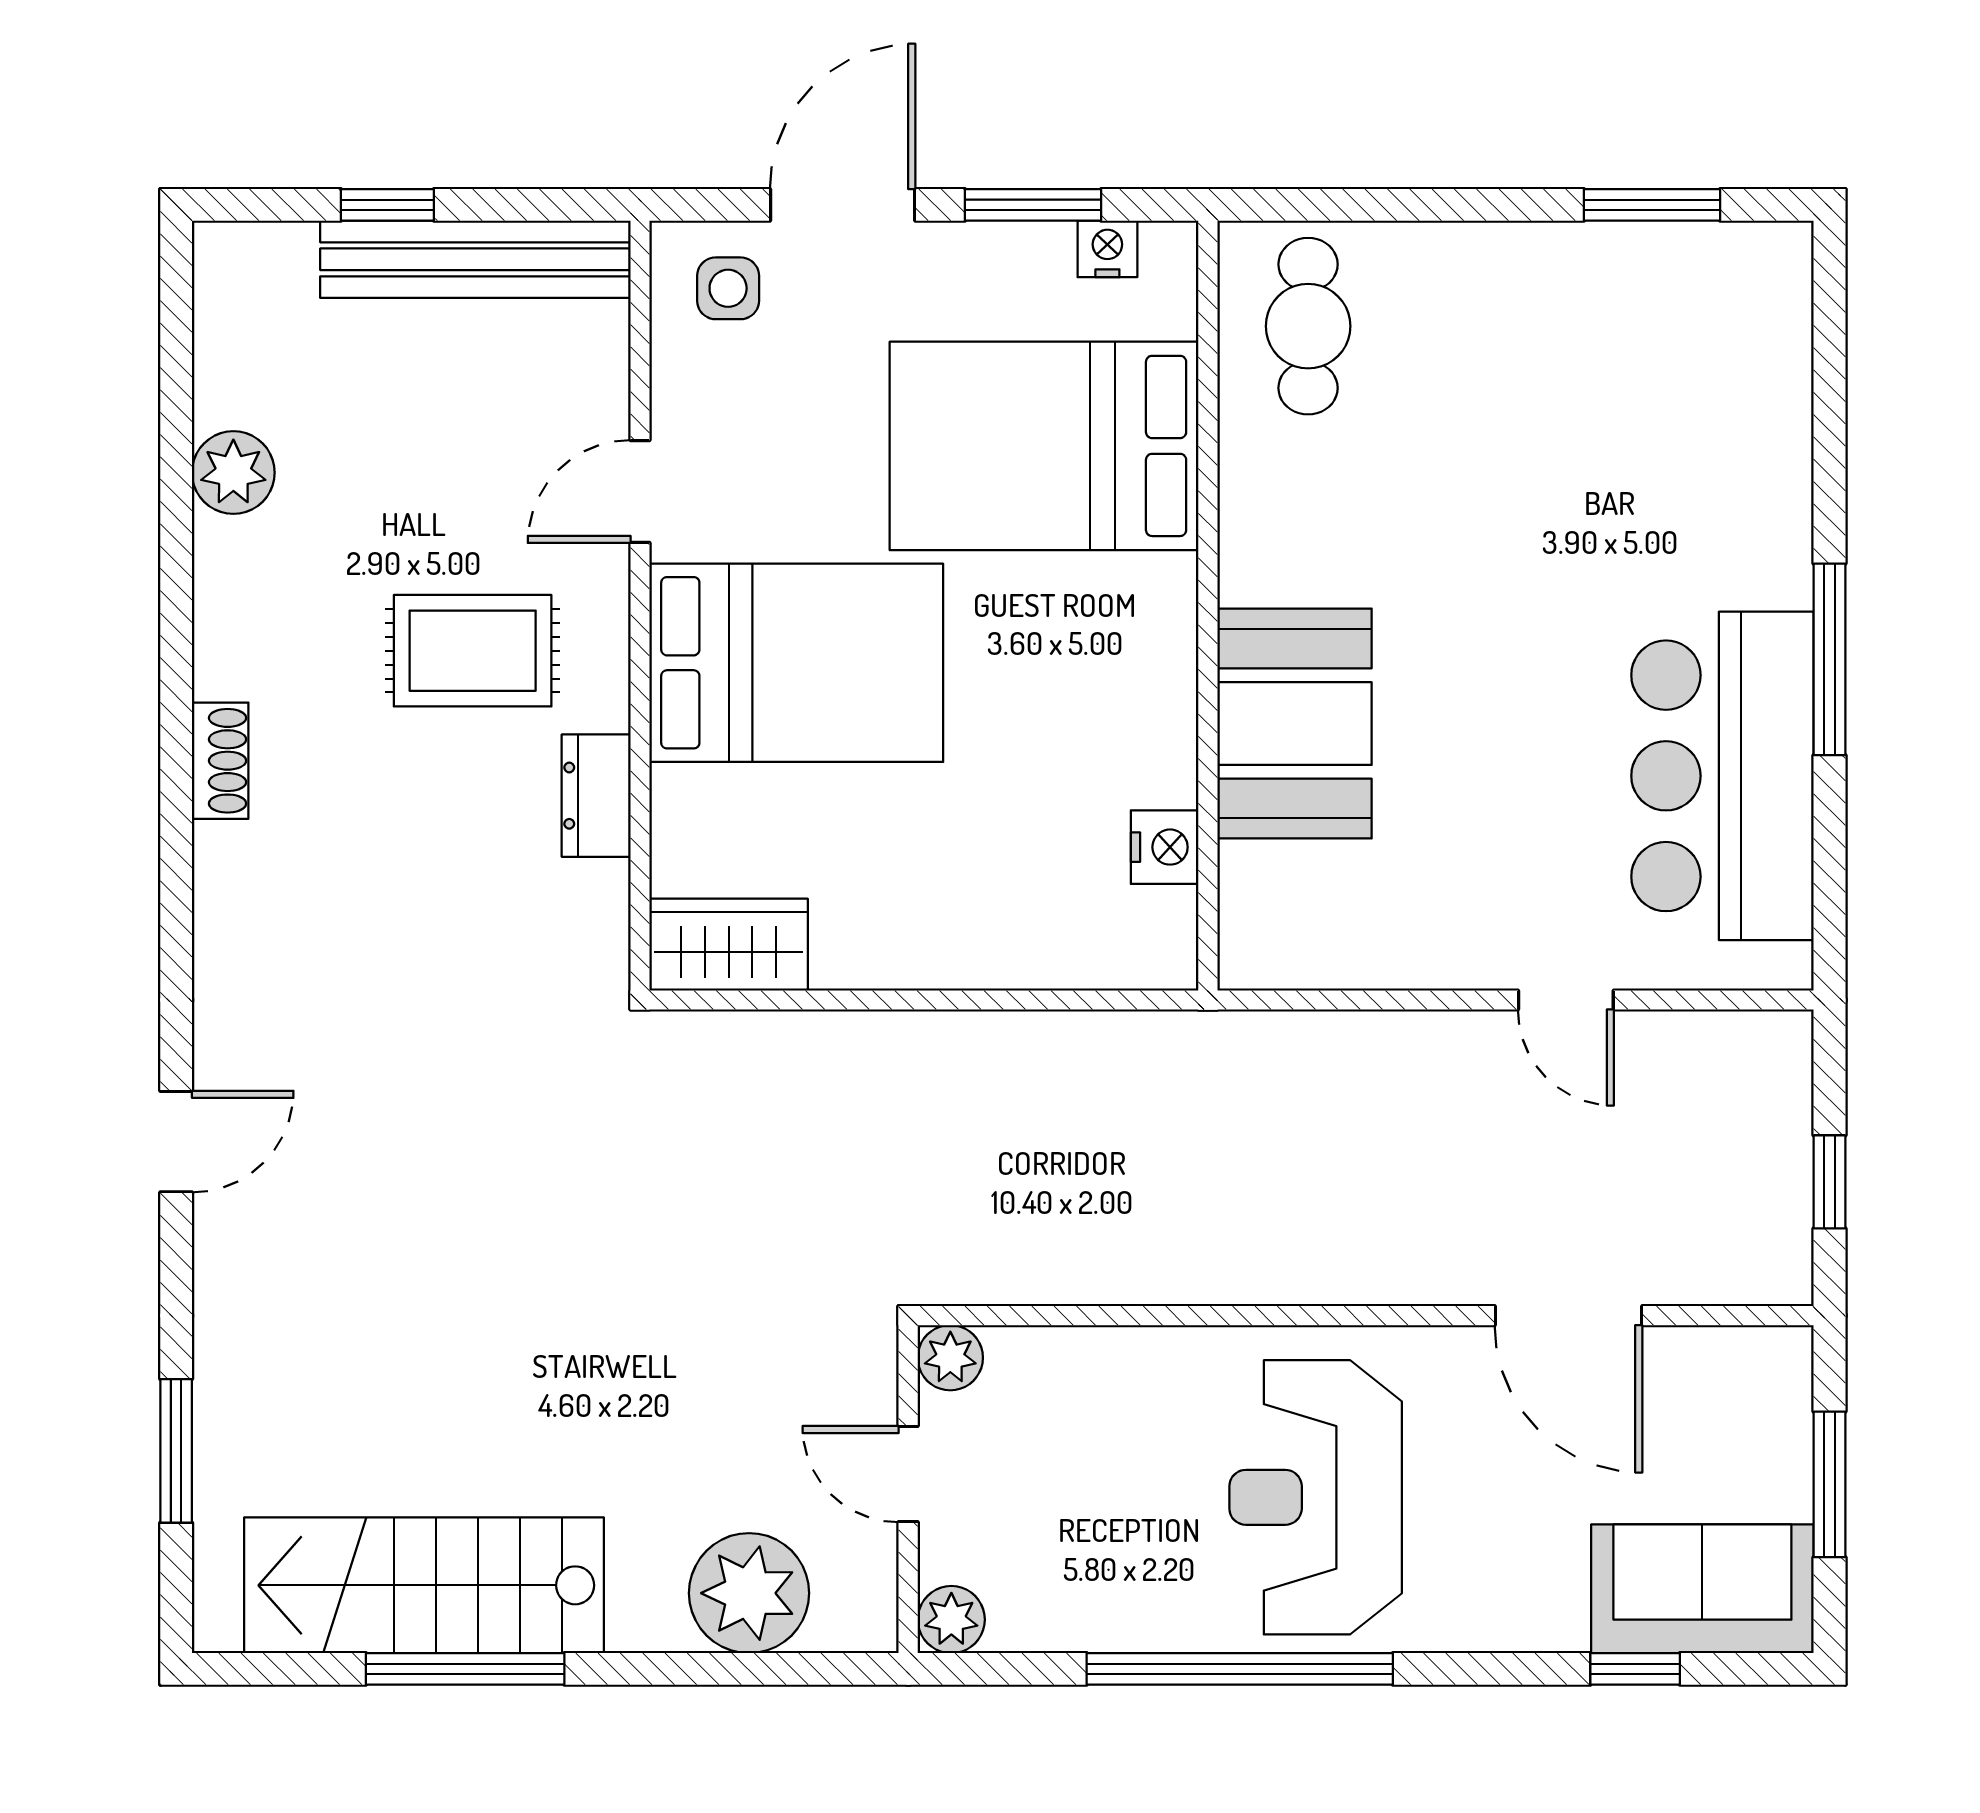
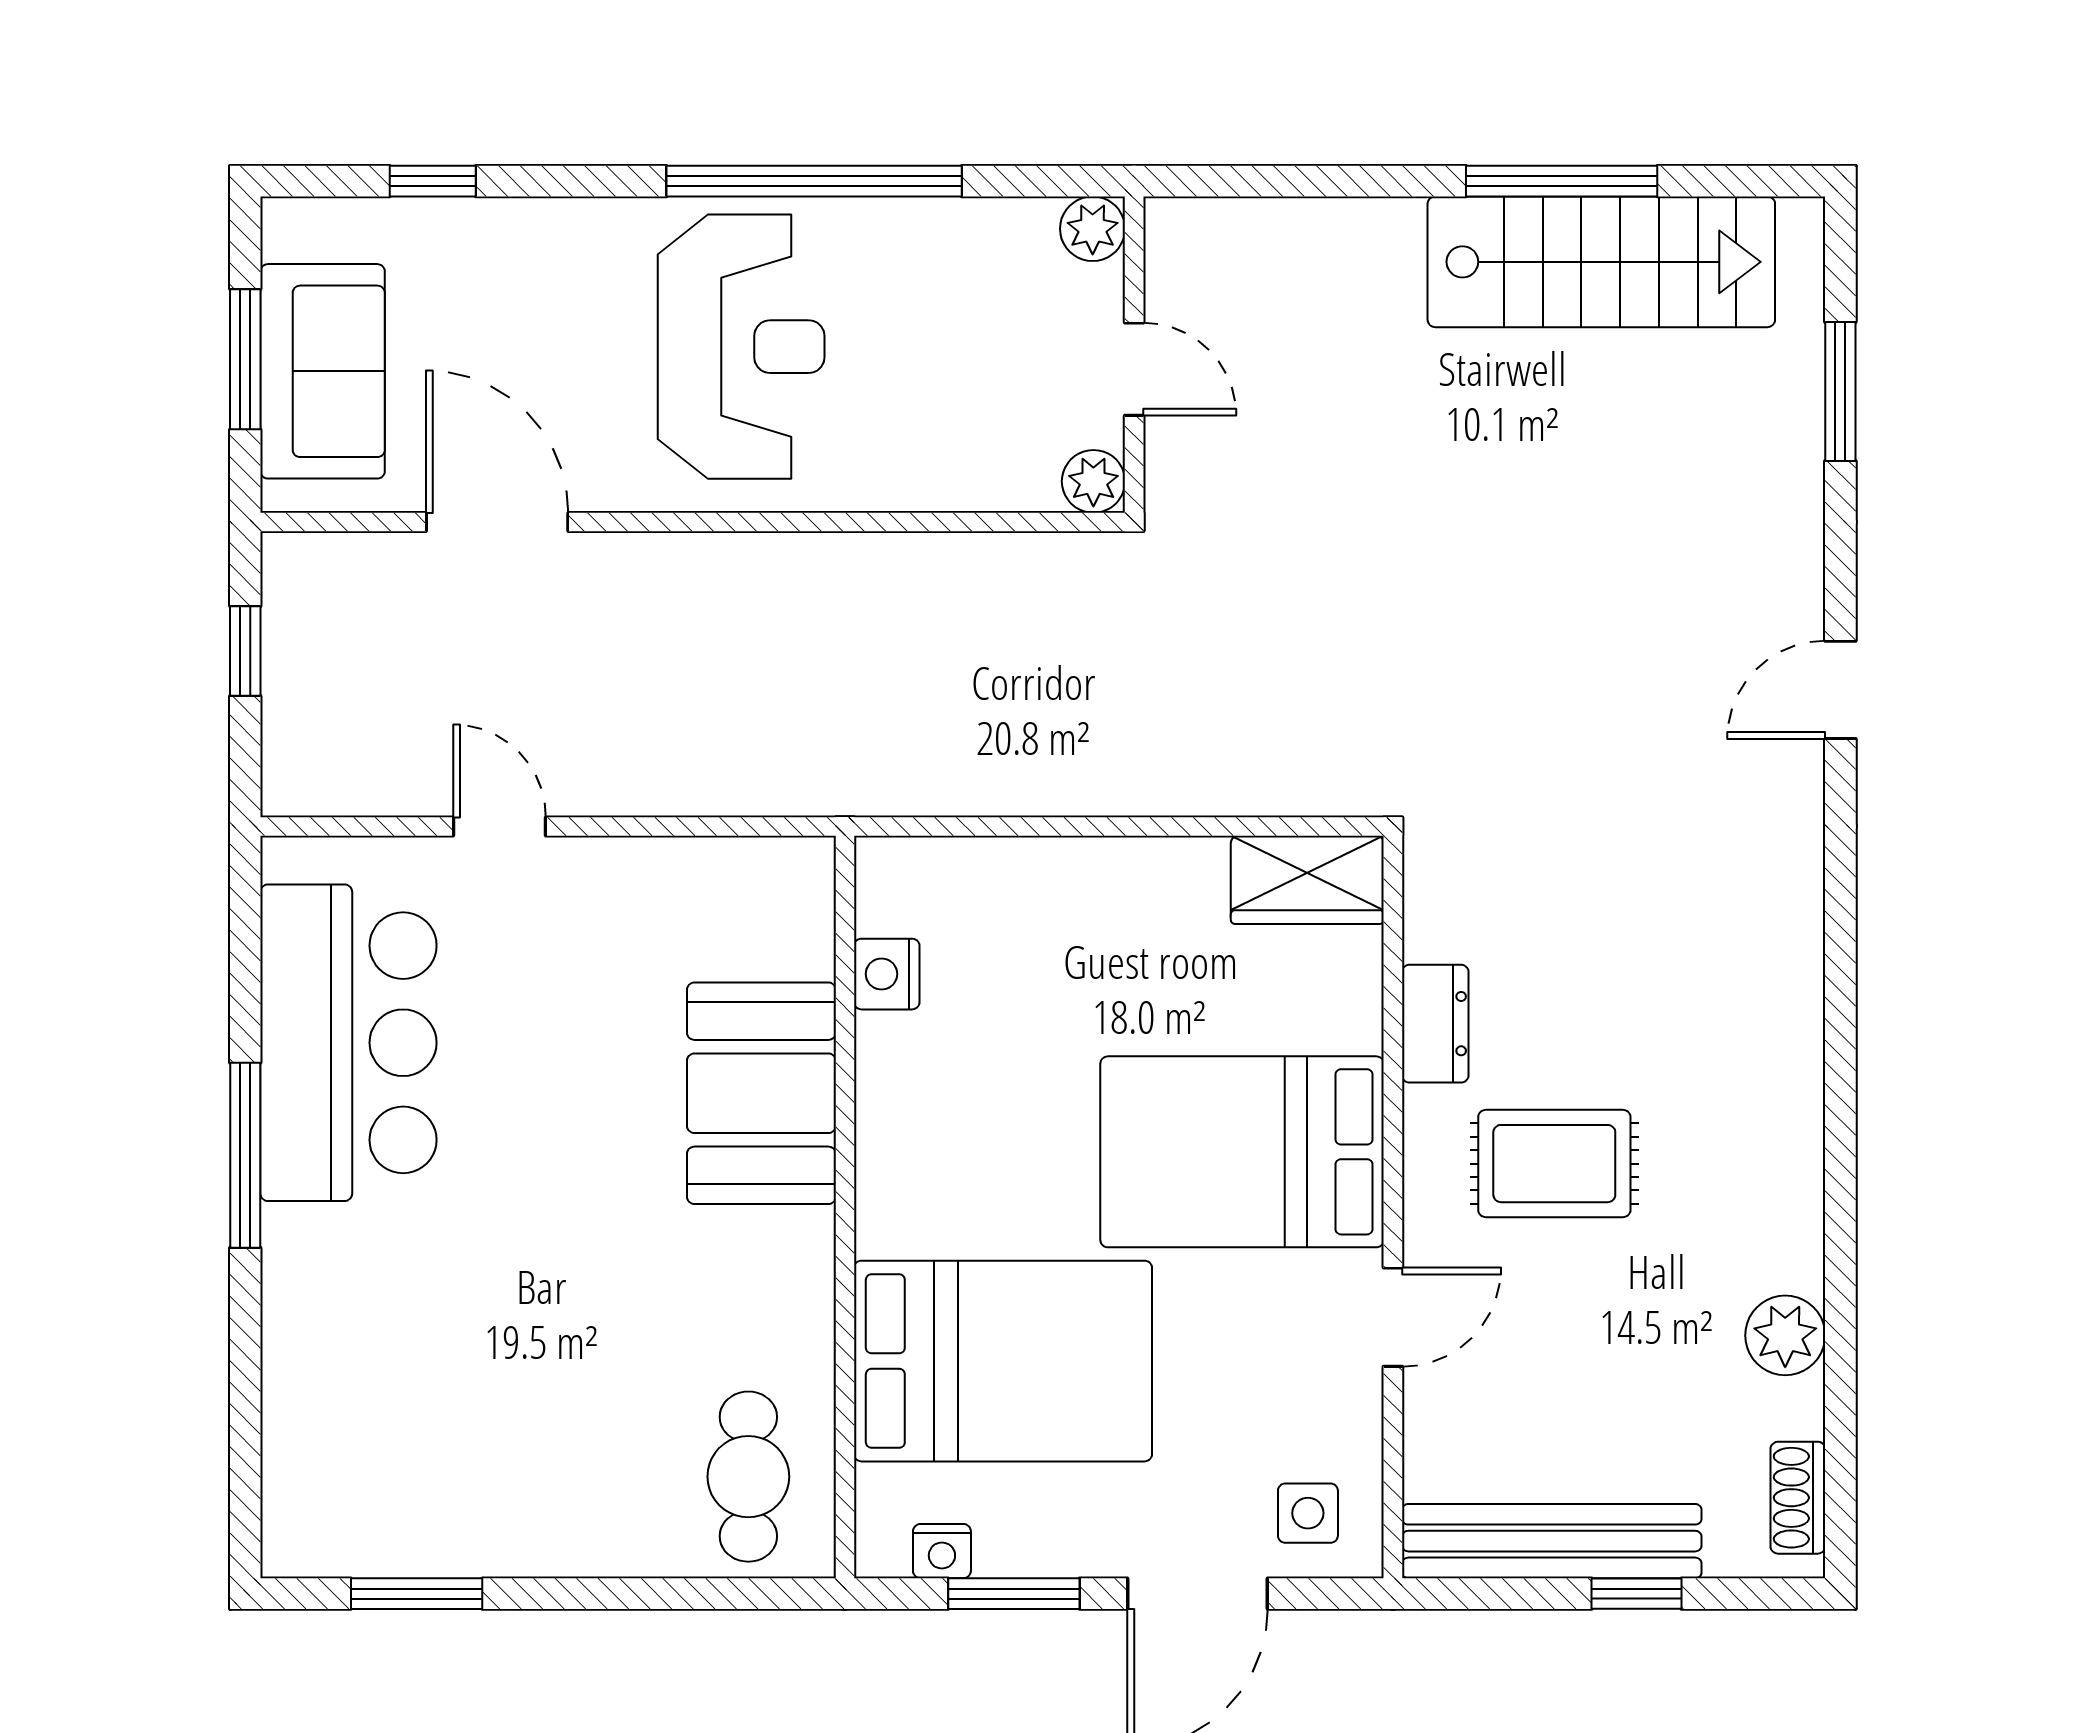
shoe rack: (220, 761) -> (1798, 1498), moved
sofa: (1702, 1589) -> (323, 371), moved, turned -90
plant: (749, 1593) -> (1288, 254), removed

